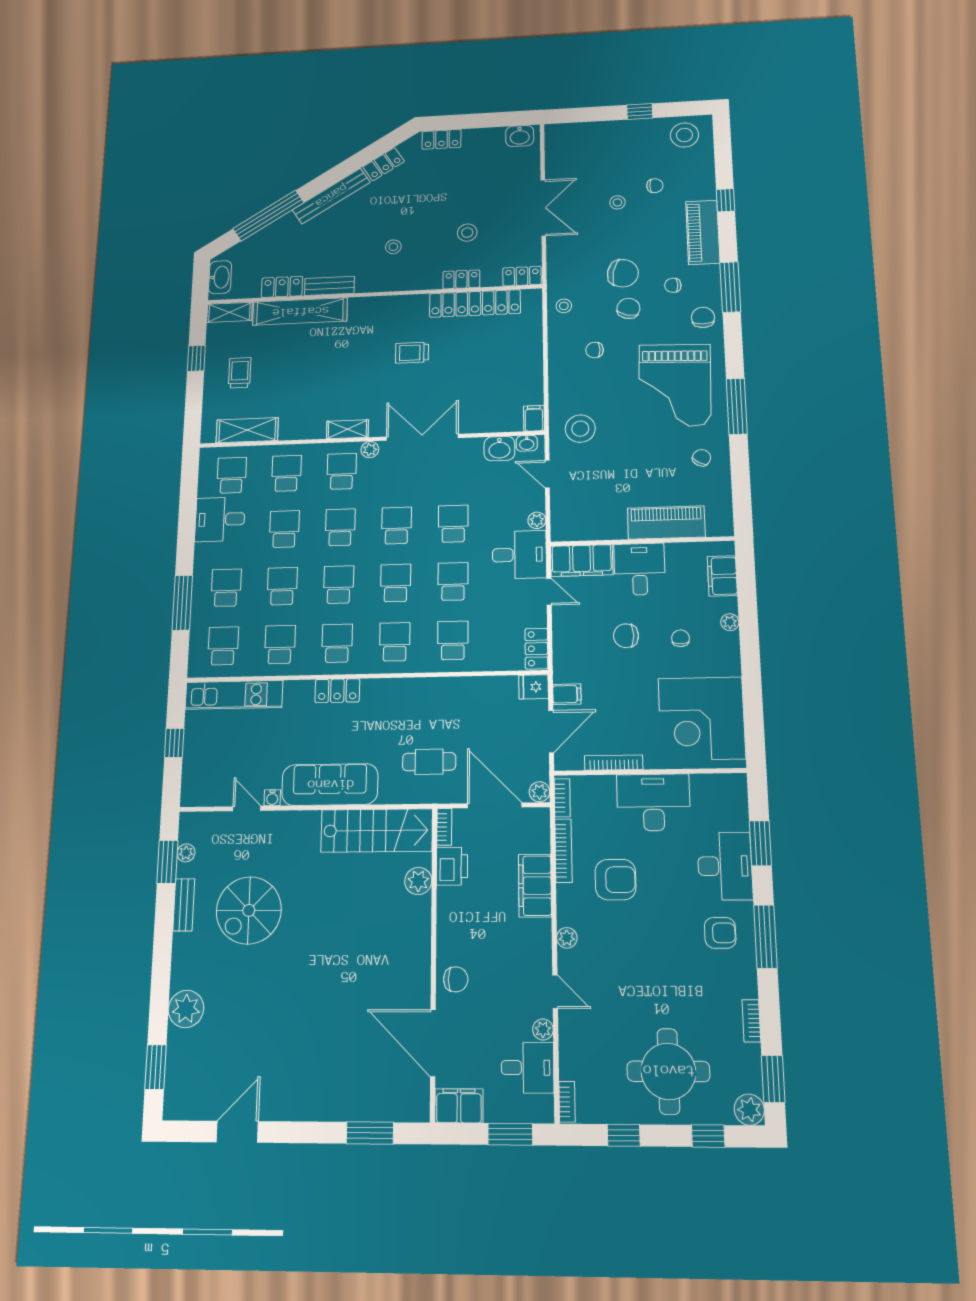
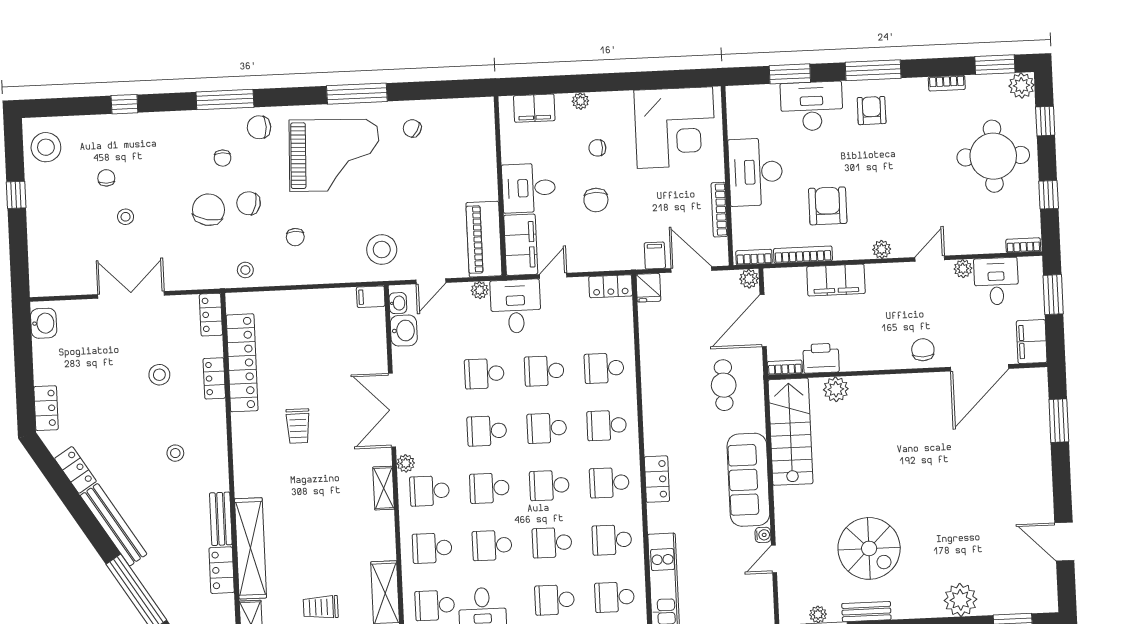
piano: (703, 232) -> (162, 128), removed
piano: (666, 523) -> (484, 239), moved

